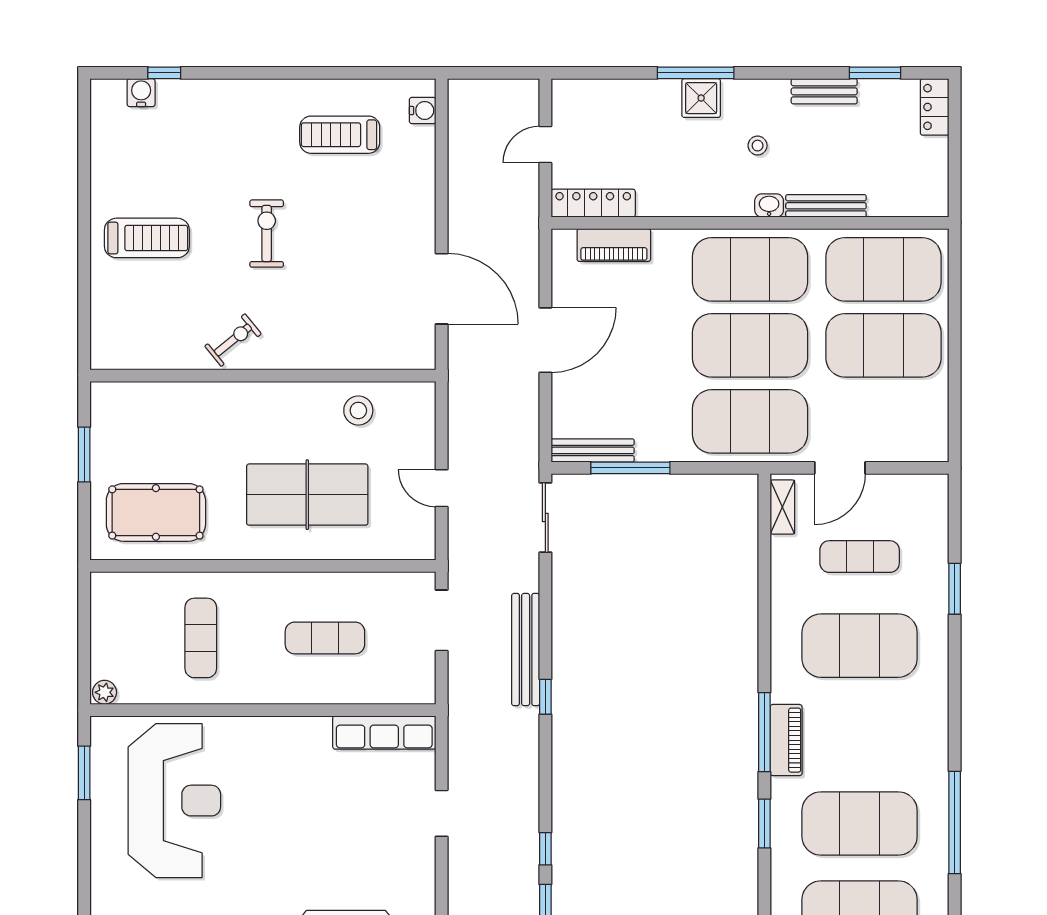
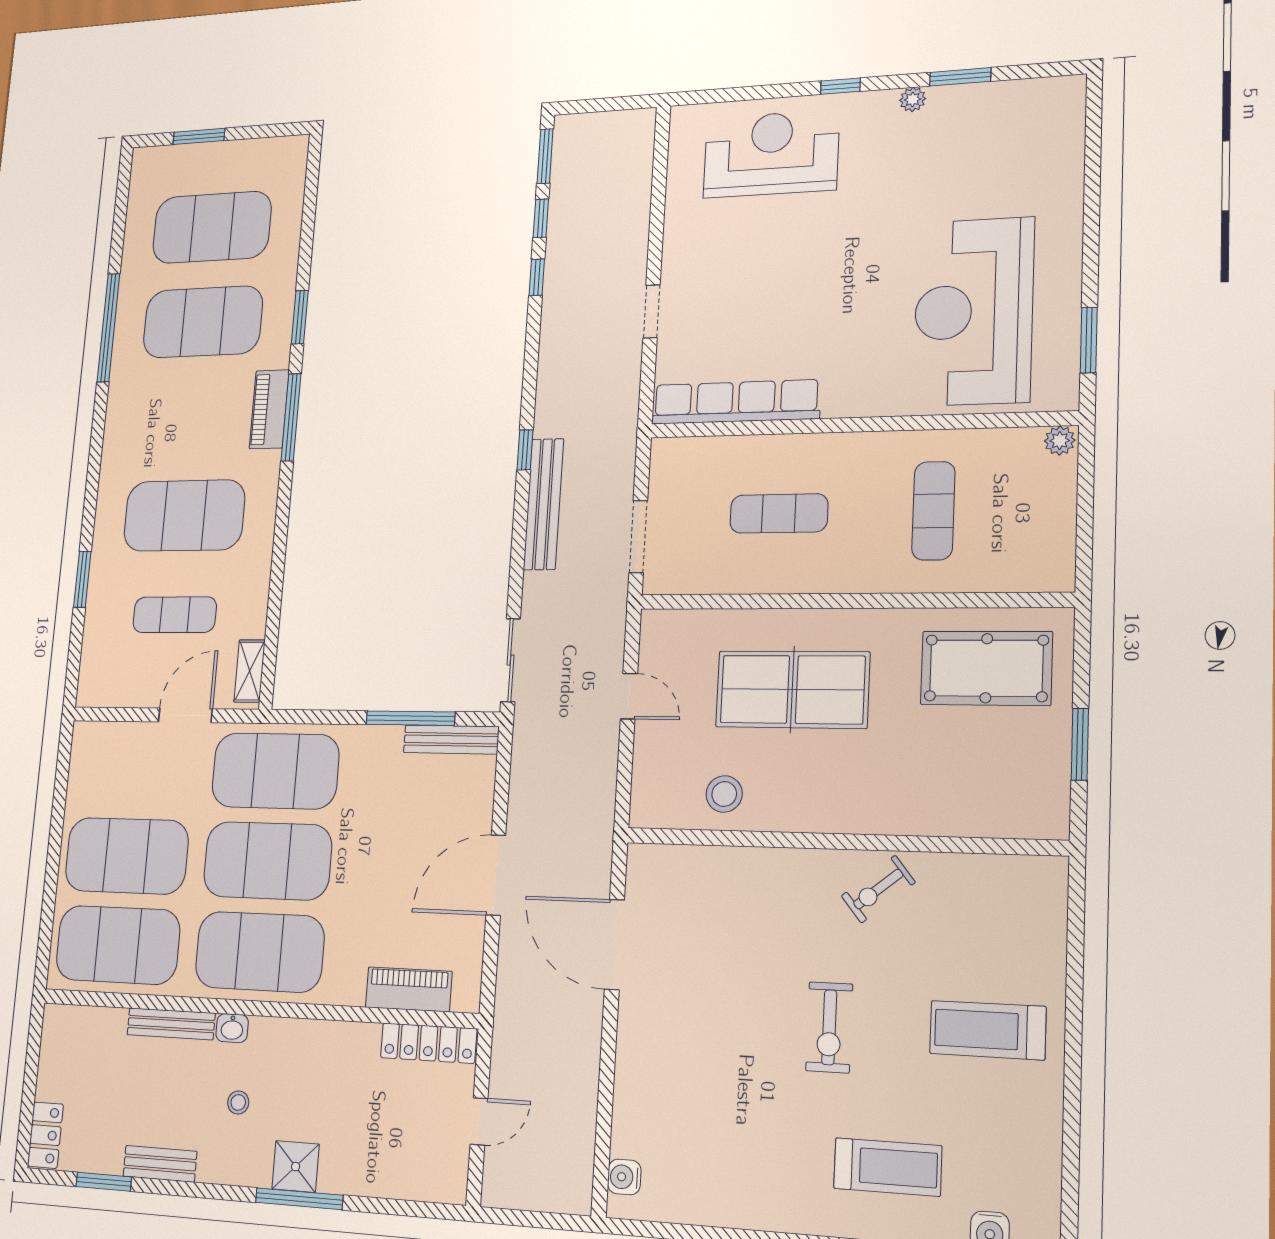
treadmill: (340, 135) -> (888, 1167), moved
row of seats: (384, 732) -> (736, 402), width x1.36

